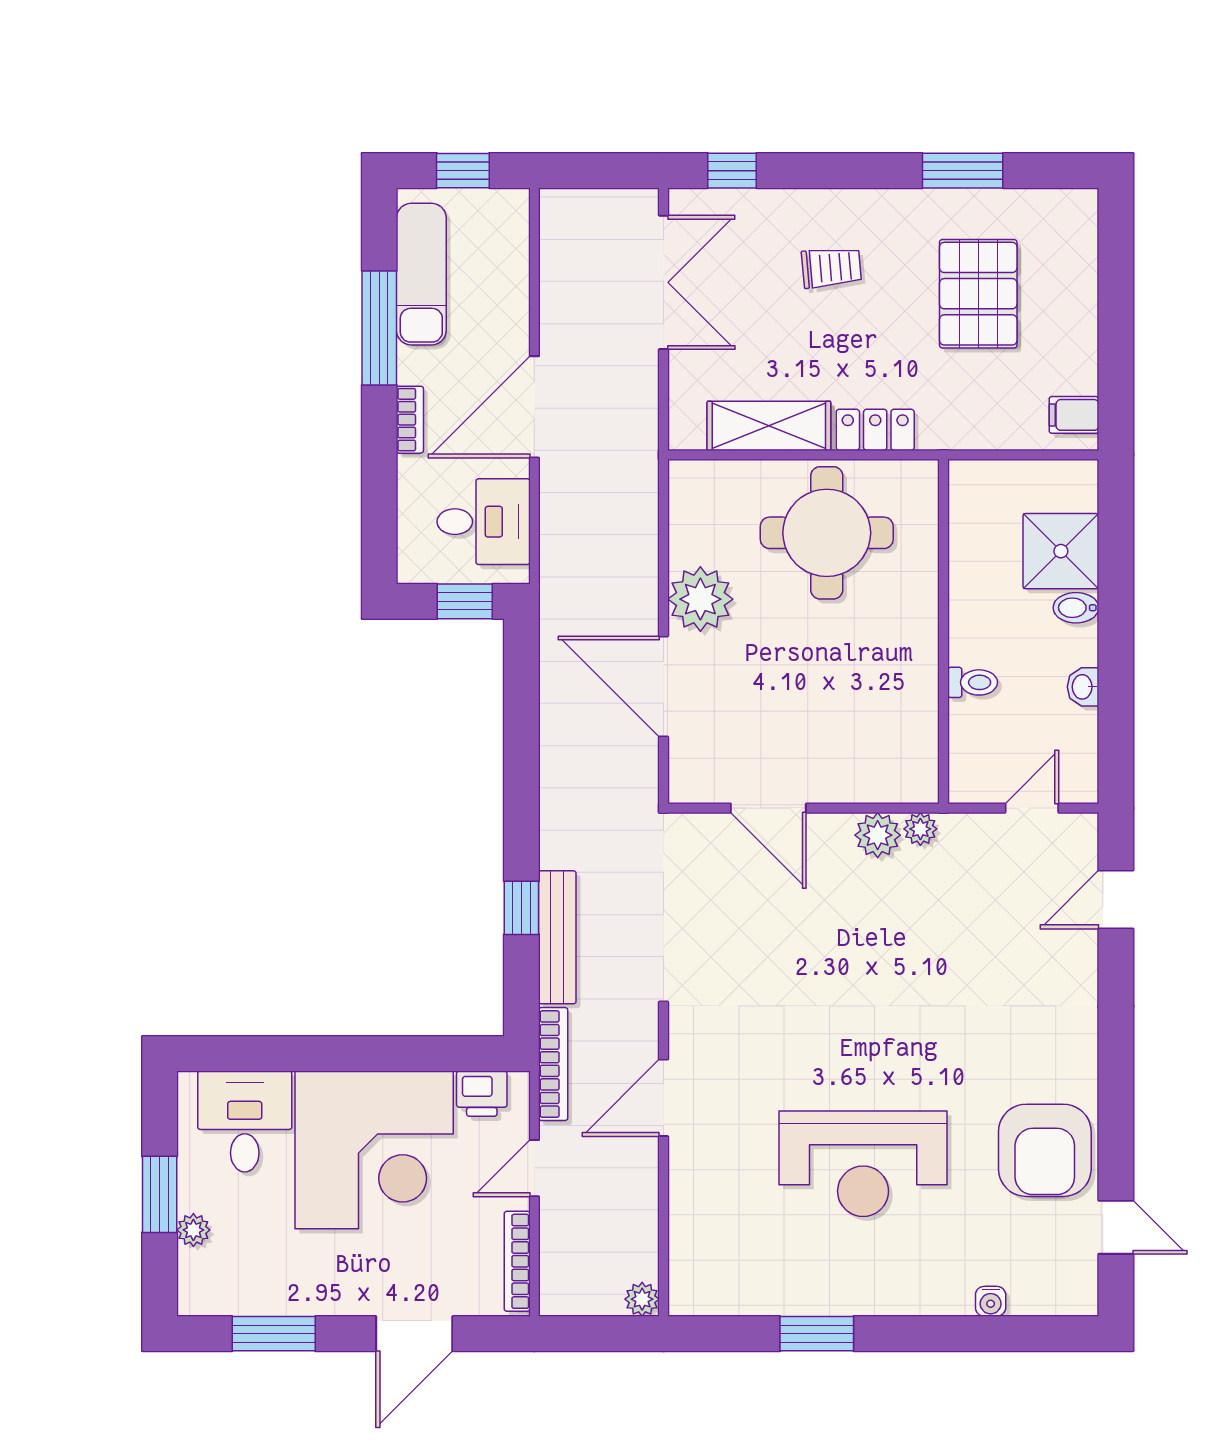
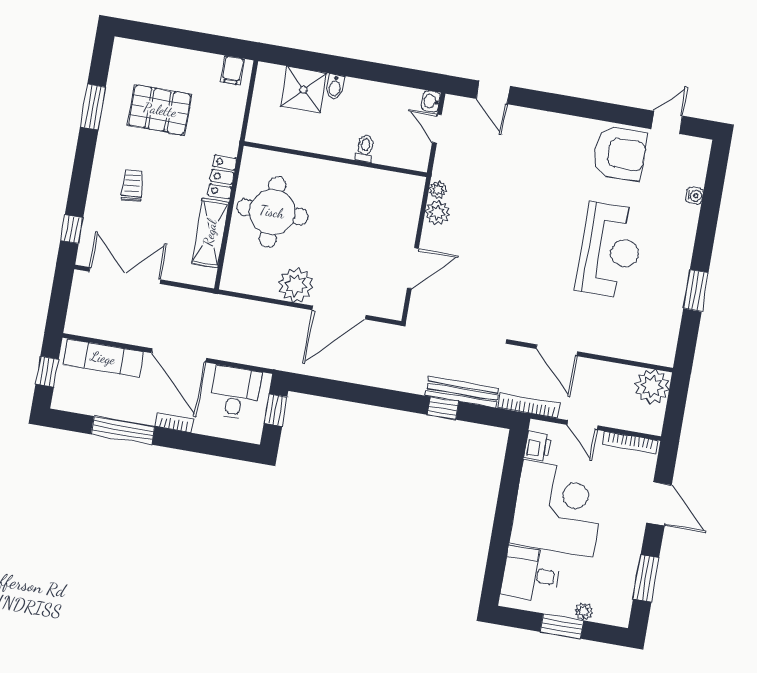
exam couch: (421, 274) -> (103, 358), moved, turned 180
washbasin: (1083, 687) -> (431, 102), moved, turned 90
plant: (642, 1299) -> (652, 387), width x1.87, depth x1.87

